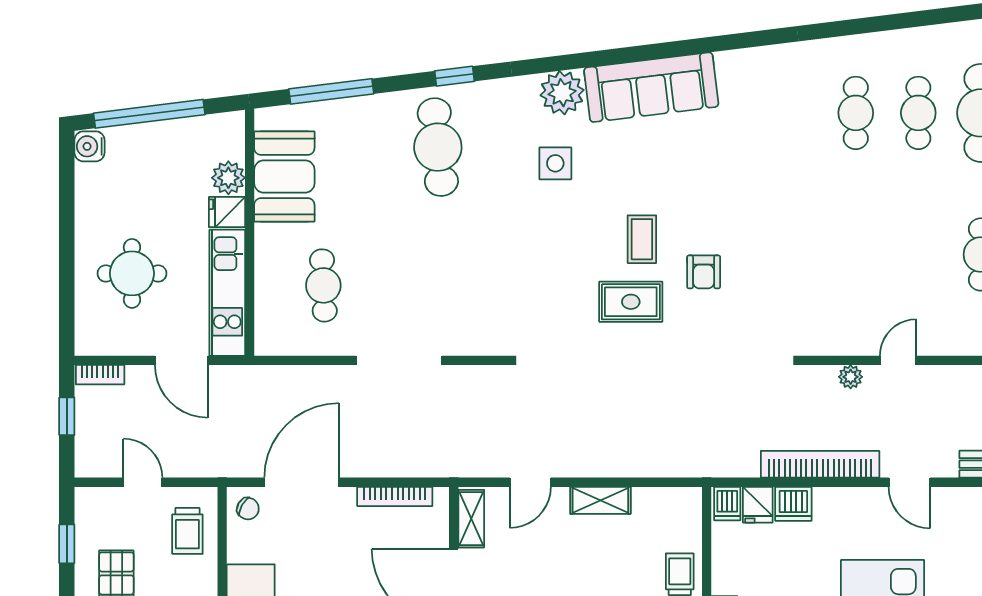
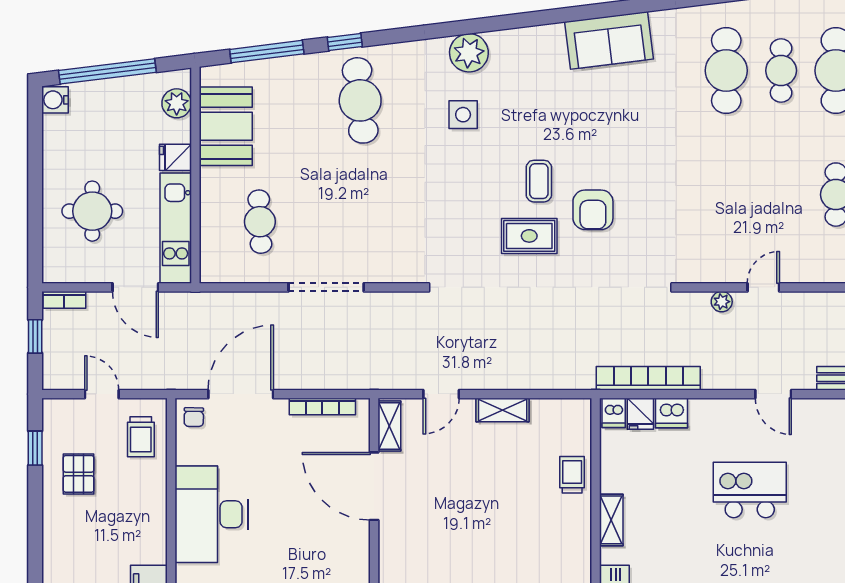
window: (454, 76) -> (345, 42), moved
sofa: (651, 87) -> (609, 40), moved, width x0.73
cafe table: (856, 113) -> (726, 71), width x1.37, depth x1.35
plant: (228, 178) -> (177, 103), moved
armchair: (704, 272) -> (593, 210), width x1.38, depth x1.38
bookcase: (820, 464) -> (648, 378), moved
chair: (248, 509) -> (194, 417), turned 61

